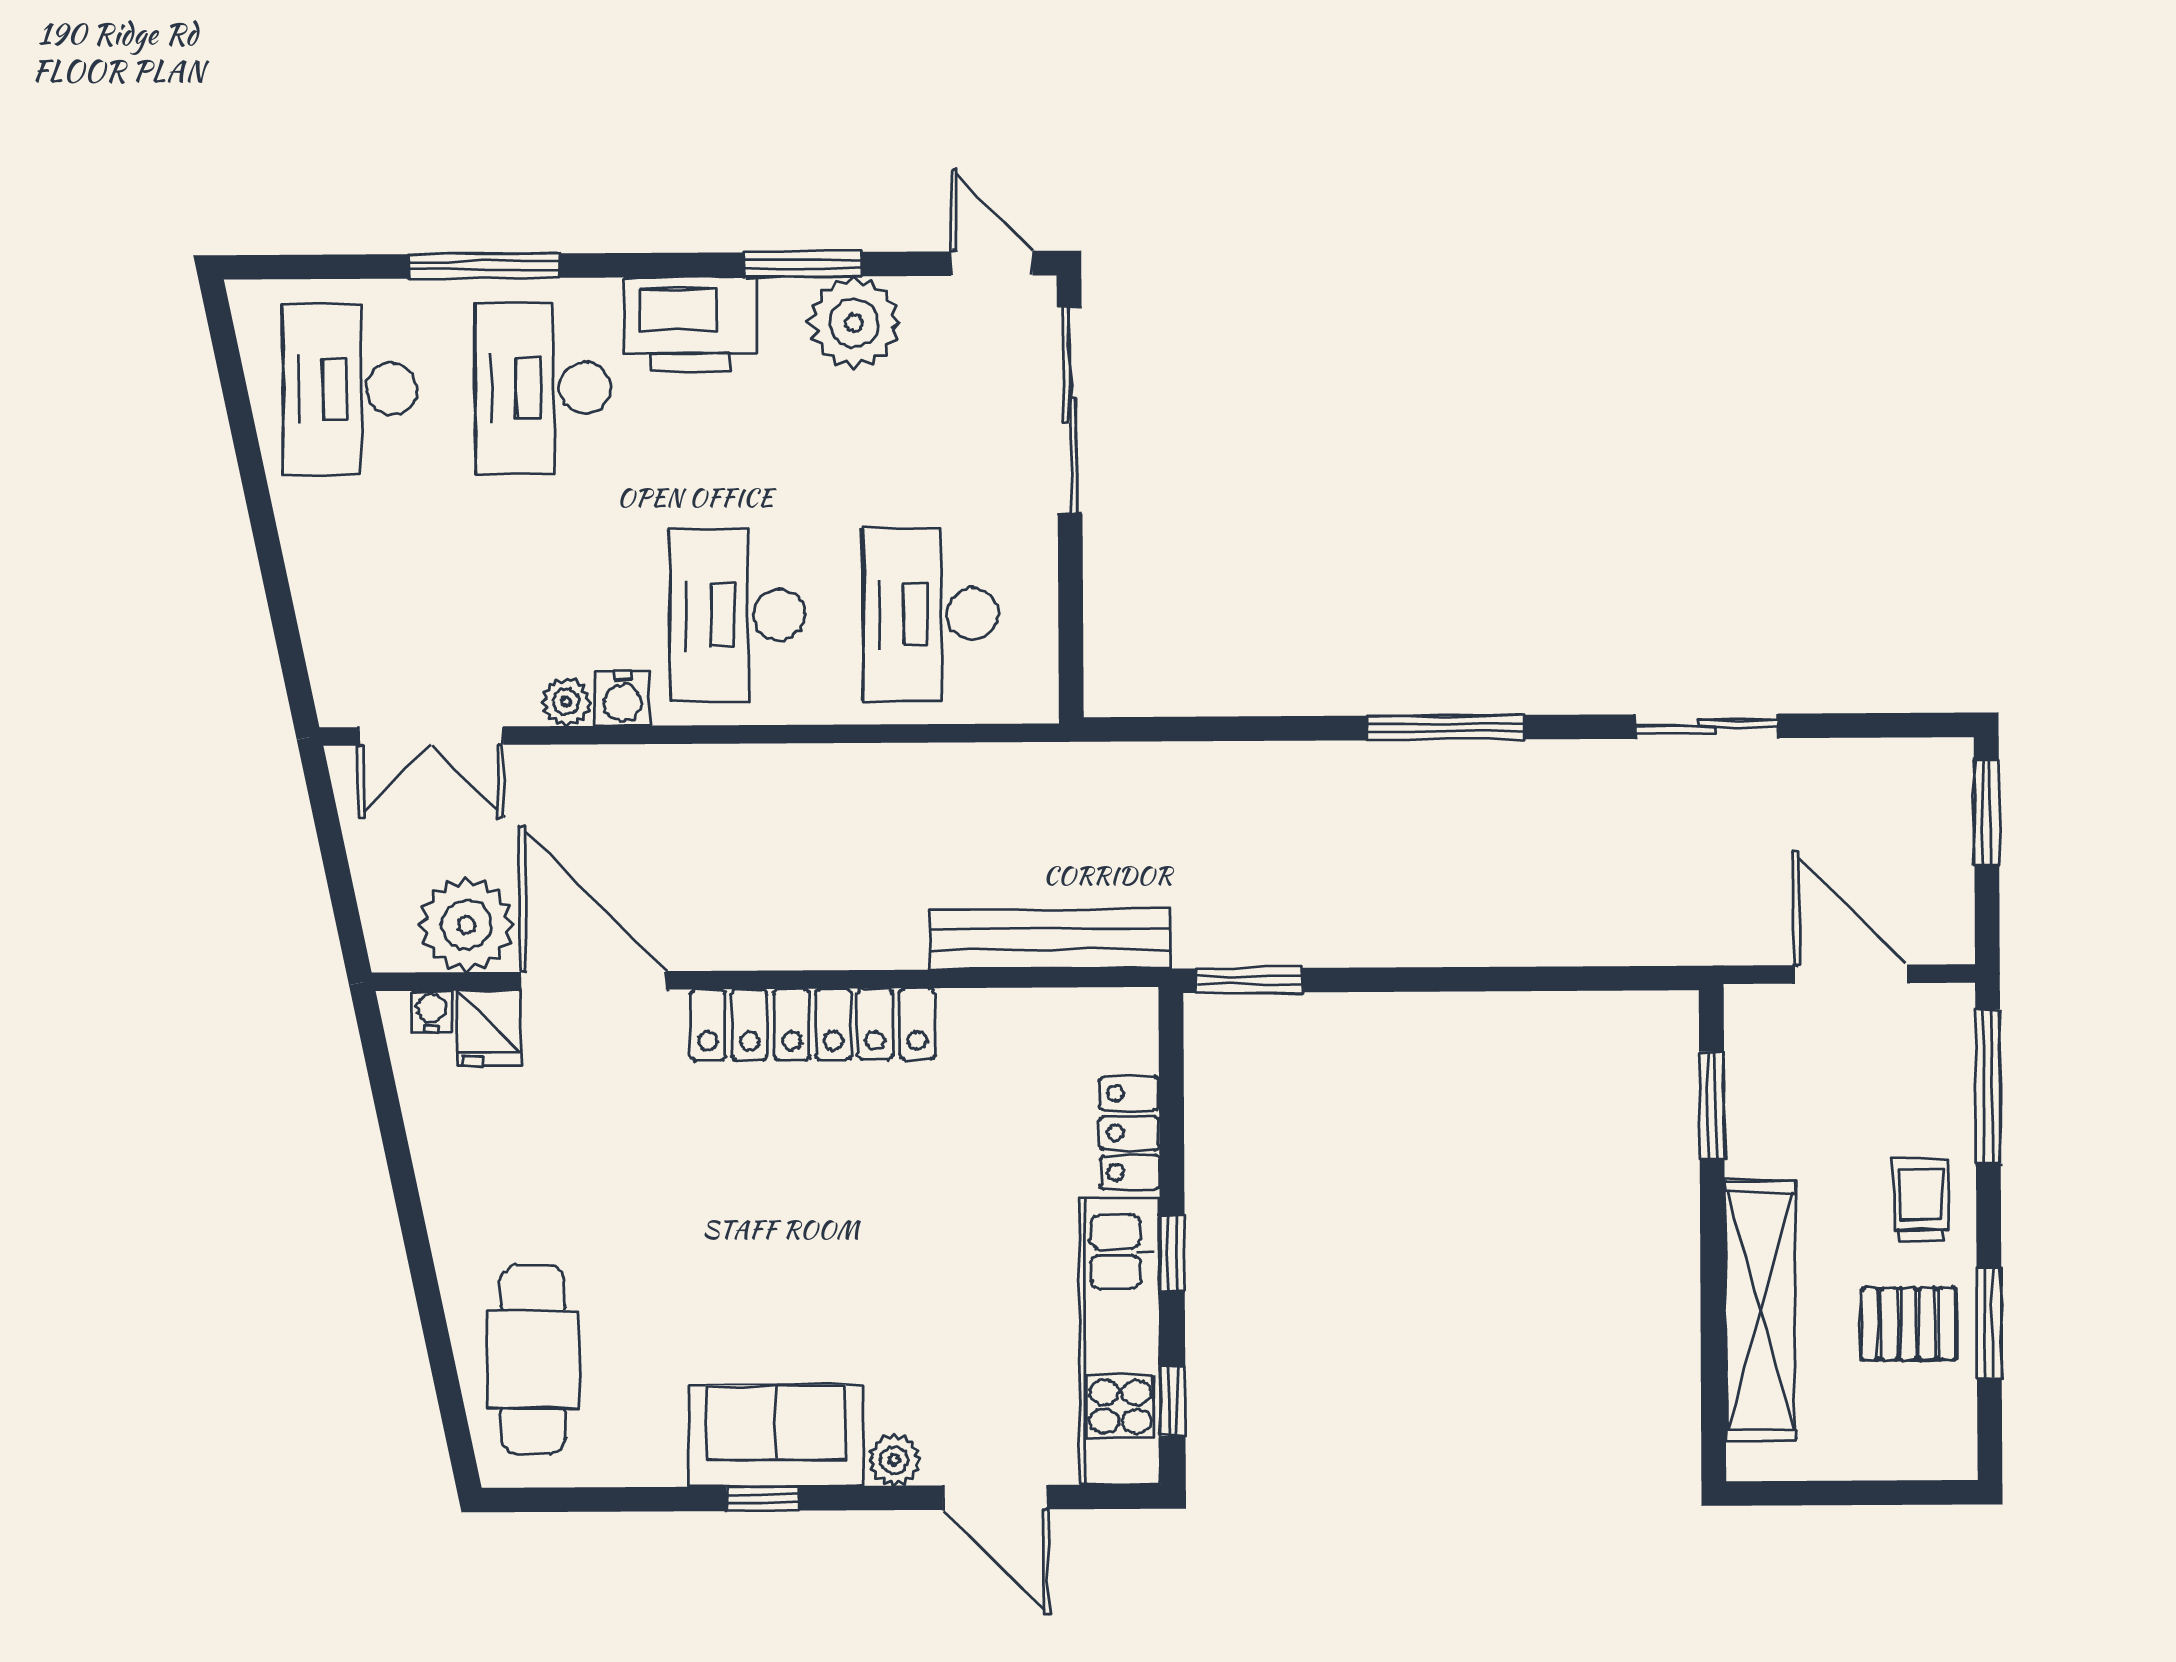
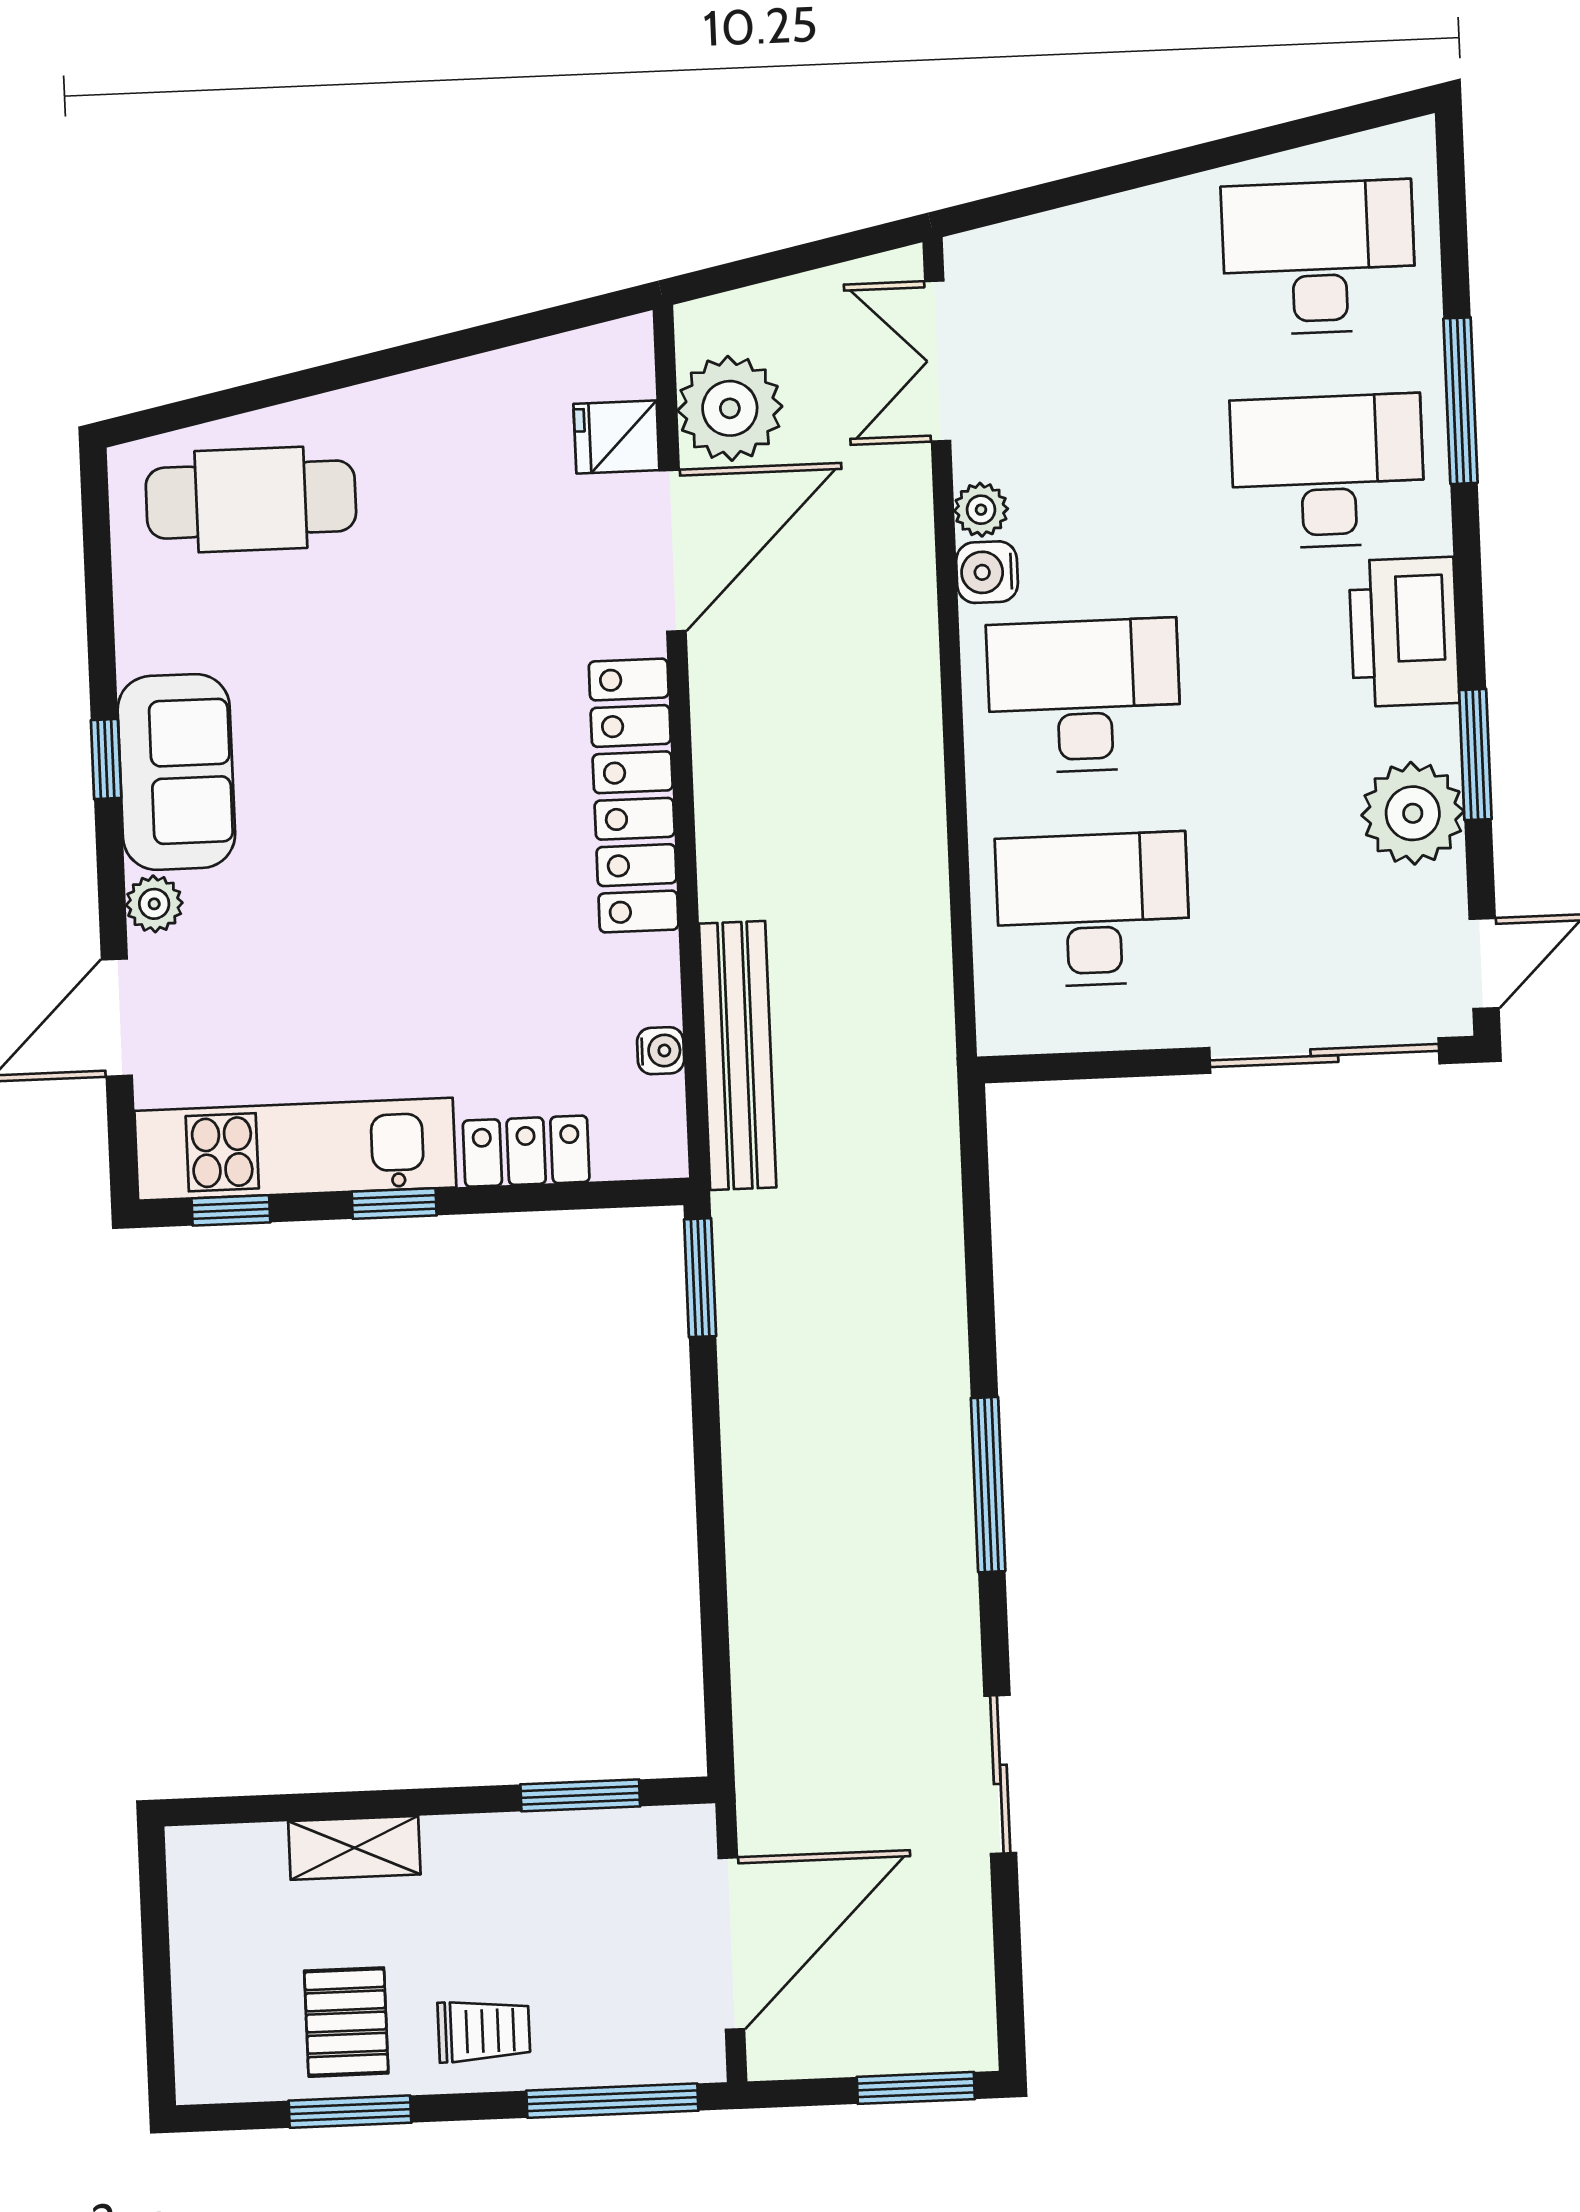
door: (1850, 974) -> (731, 1944), width x1.36
water cooler: (431, 1012) -> (661, 1051), moved
shelving: (1760, 1311) -> (354, 1848), width x0.45, depth x0.75

